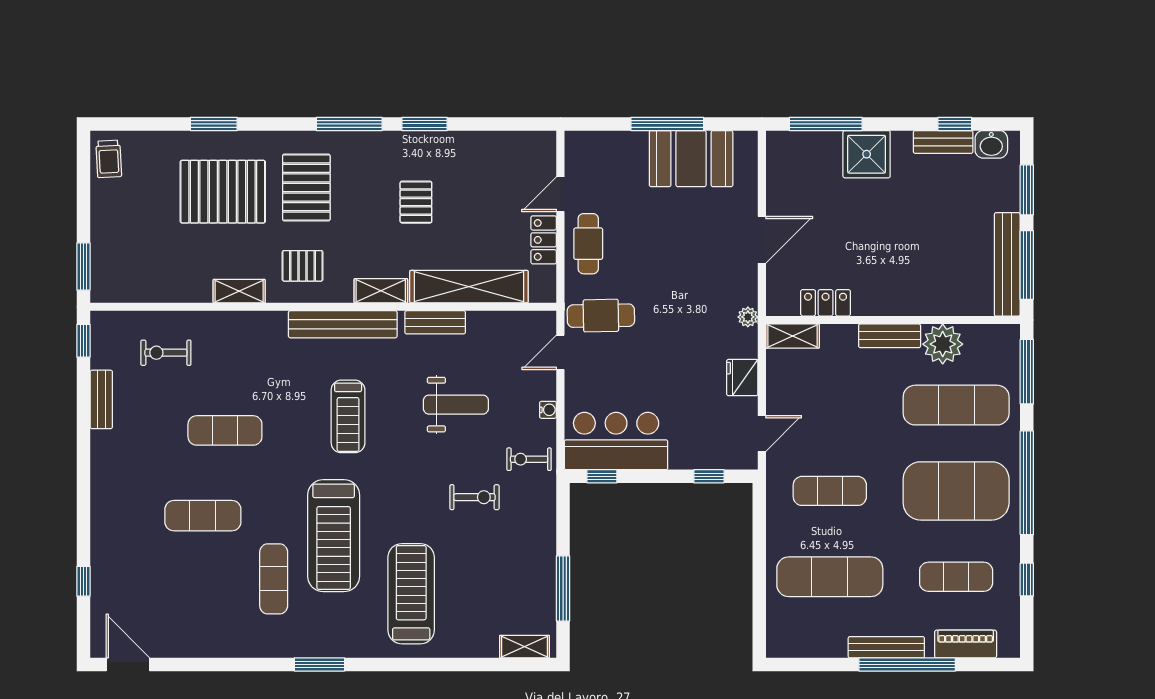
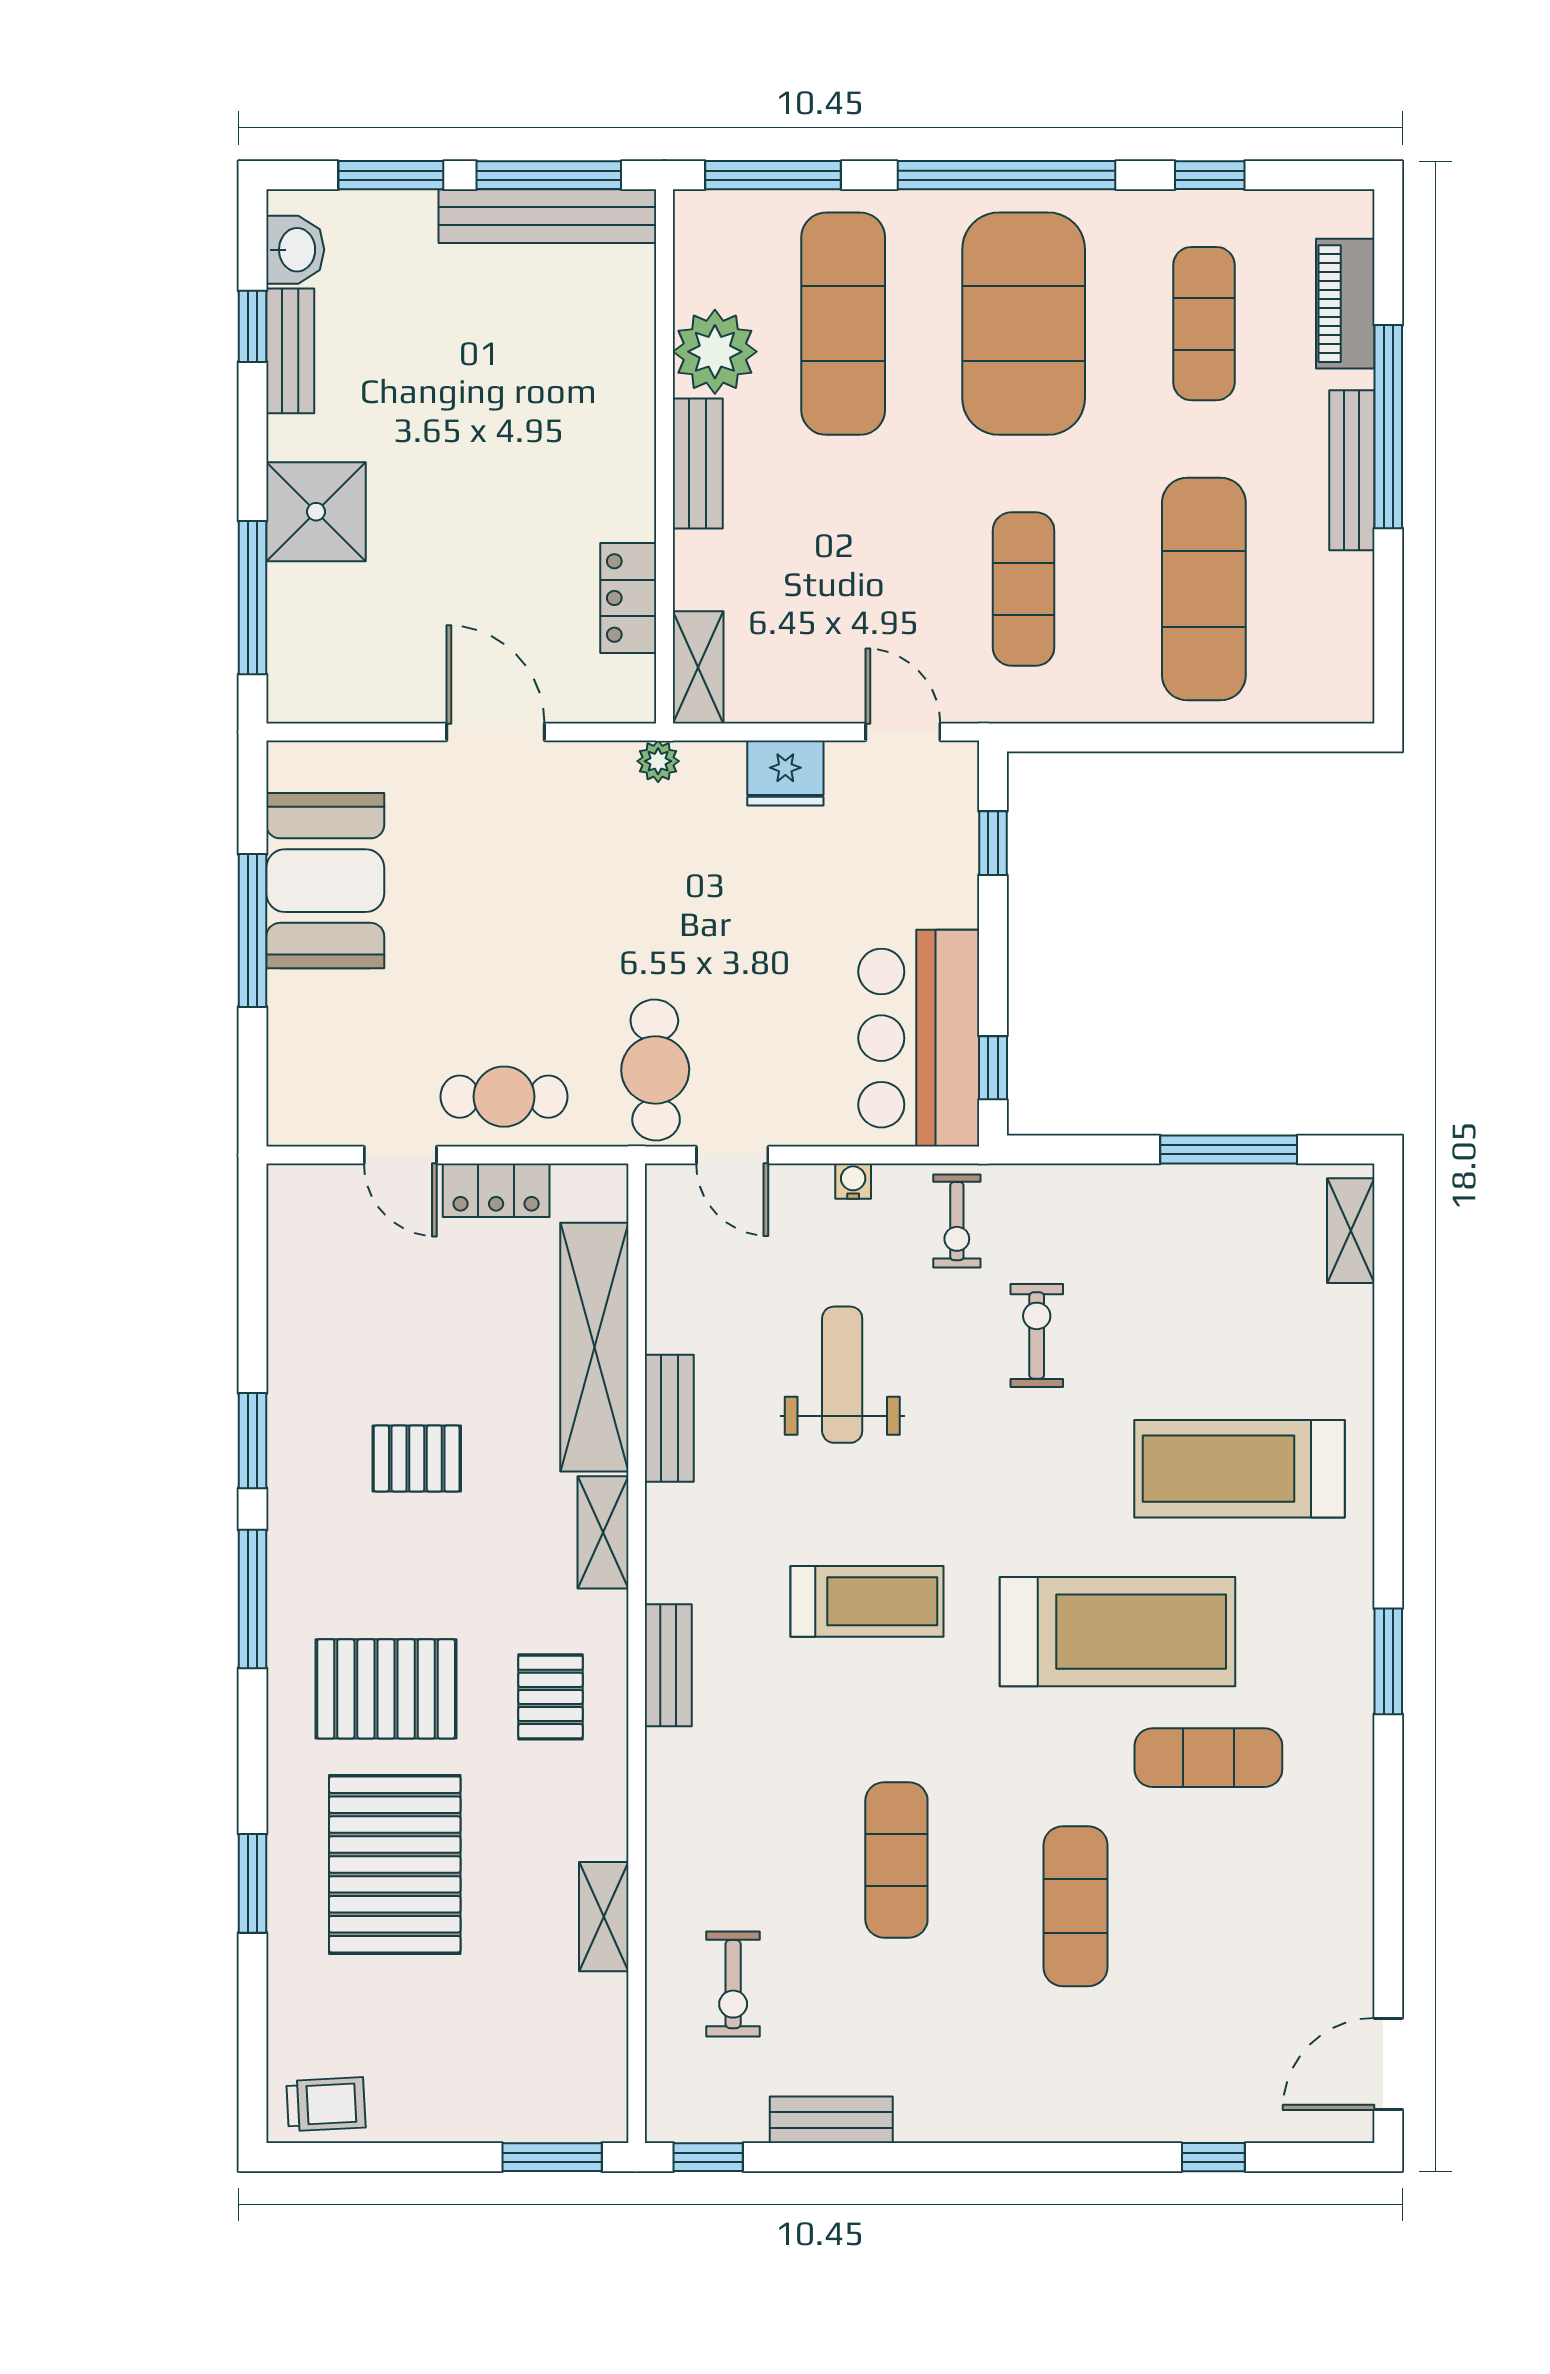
shelving: (239, 291) -> (604, 1917), moved
bench: (343, 324) -> (668, 1665), width x0.54, depth x0.82

